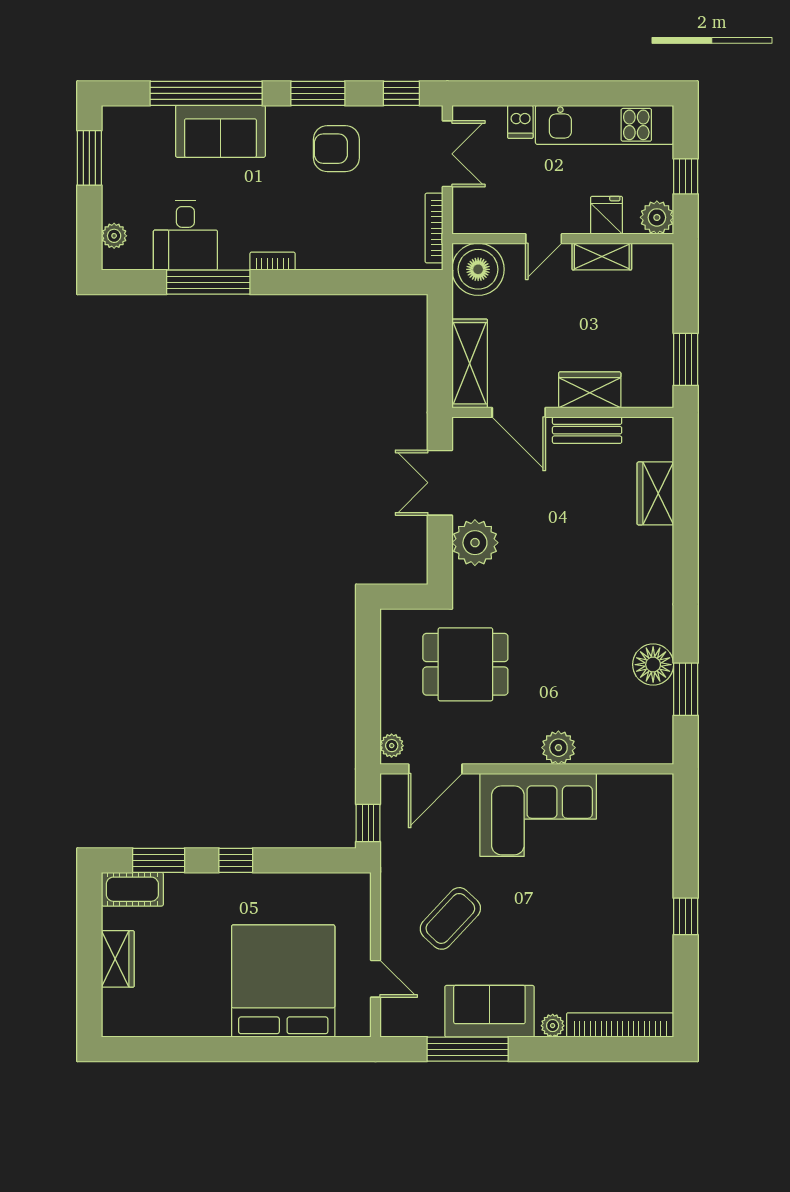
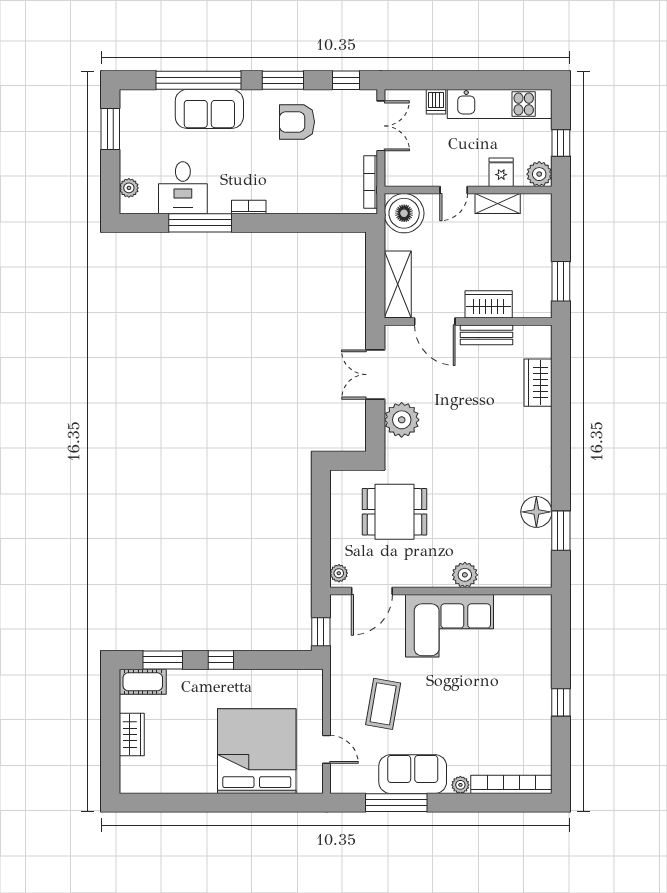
coffee table: (450, 918) -> (383, 704), turned -33

